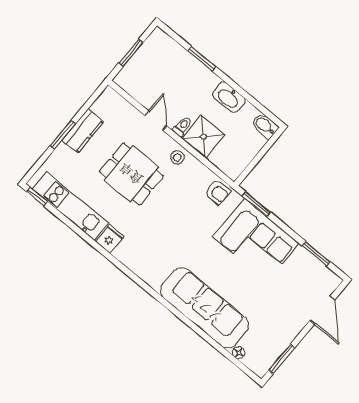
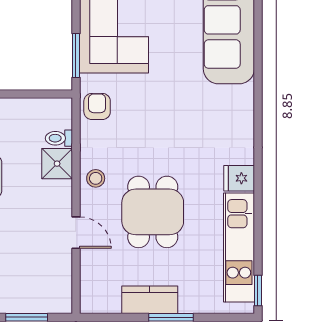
door: (156, 121) -> (76, 233), swing flipped
toilet: (182, 126) -> (59, 138), moved
shower: (203, 137) -> (57, 164), width x0.73, depth x0.73

